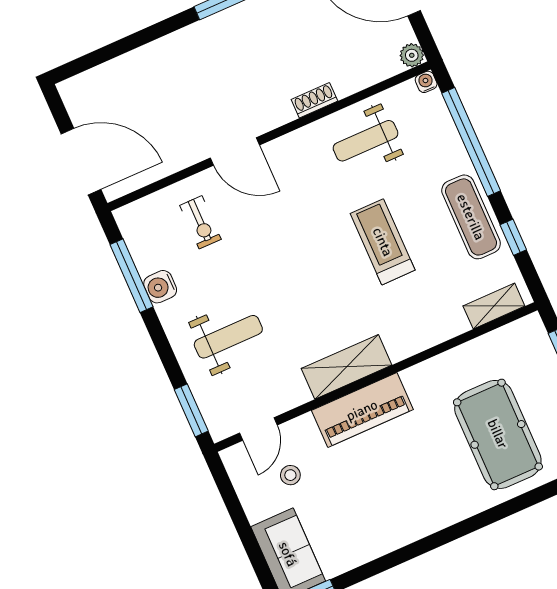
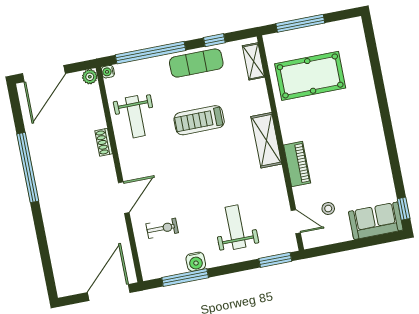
shelving: (347, 367) -> (266, 140), moved
piano: (362, 410) -> (297, 164), width x0.73, depth x0.75
pool table: (498, 434) -> (310, 76), moved

